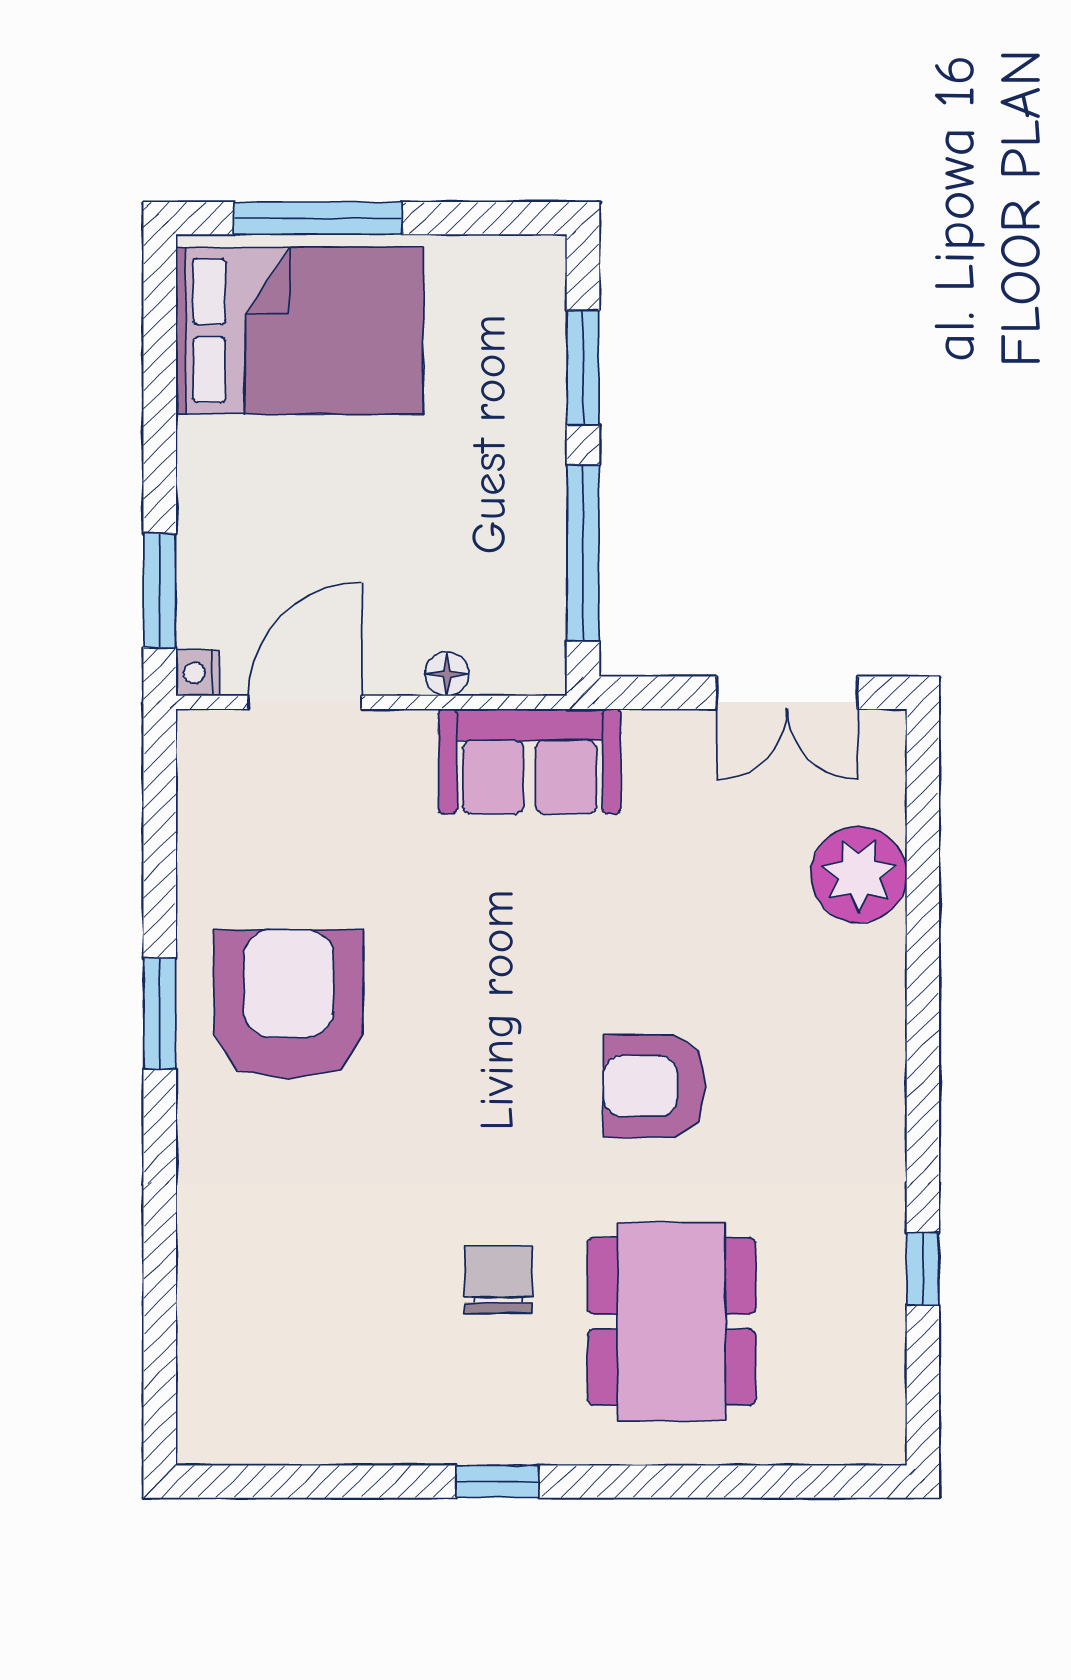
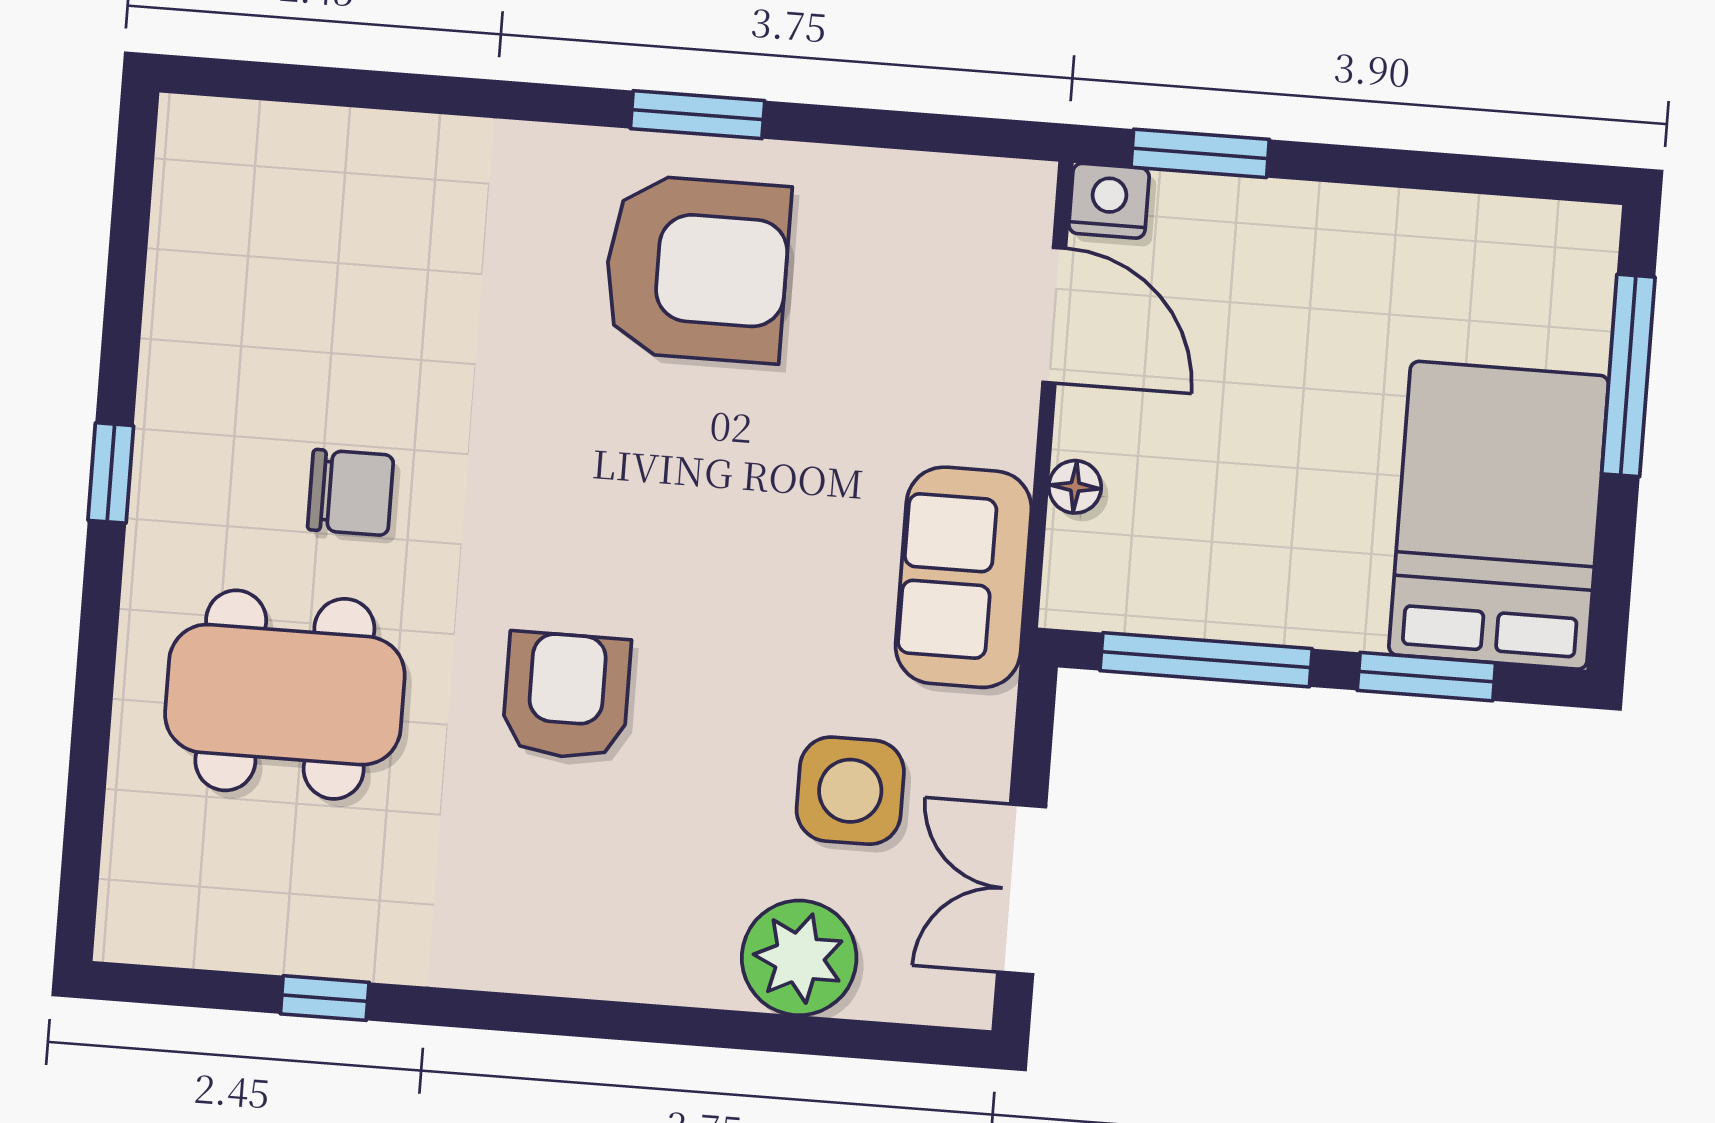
bed: (299, 331) -> (1499, 515), moved, turned 180
nightstand: (198, 673) -> (1109, 201), width x1.39, depth x1.35
side table: (716, 842) -> (850, 791), added

